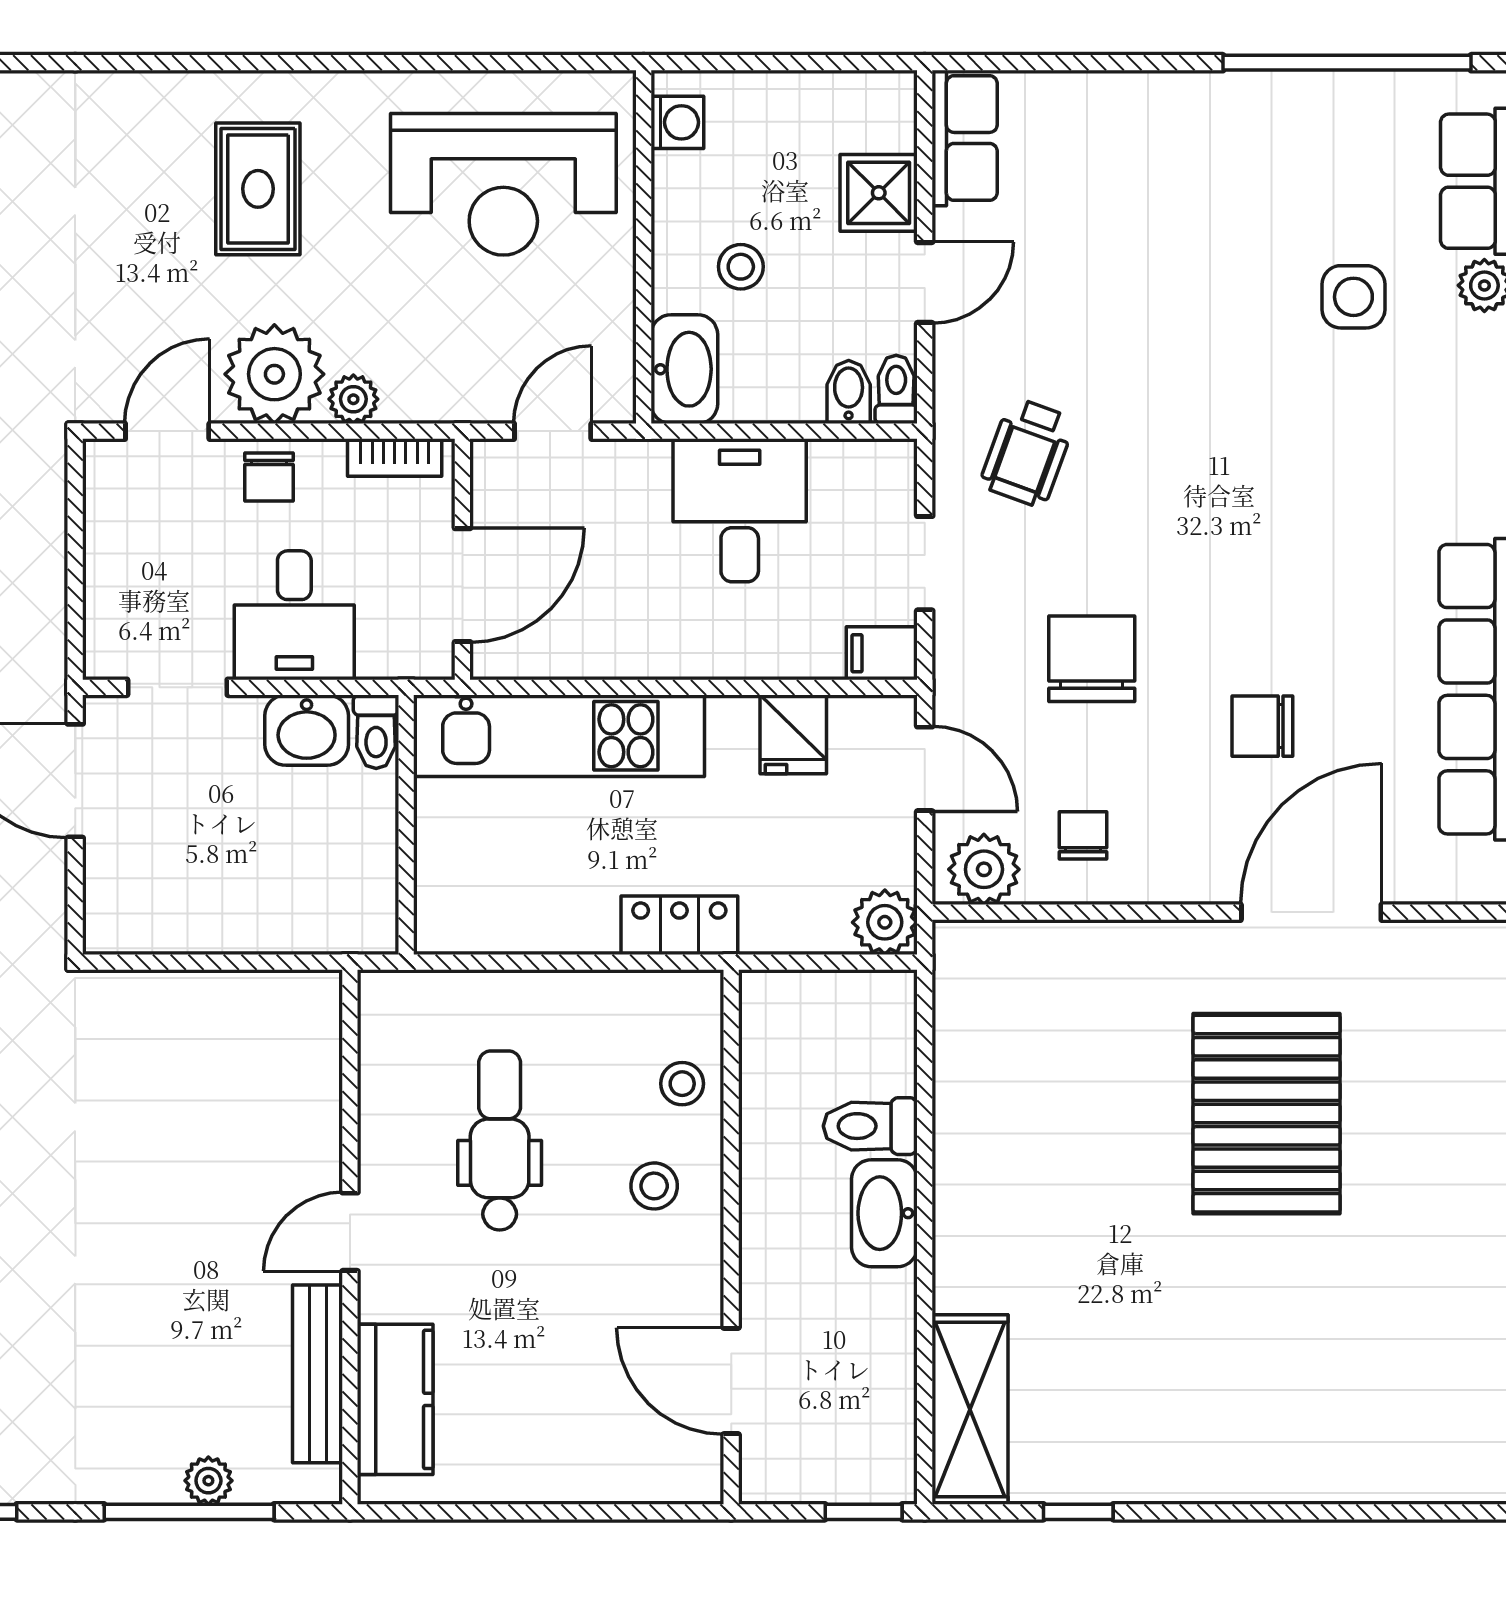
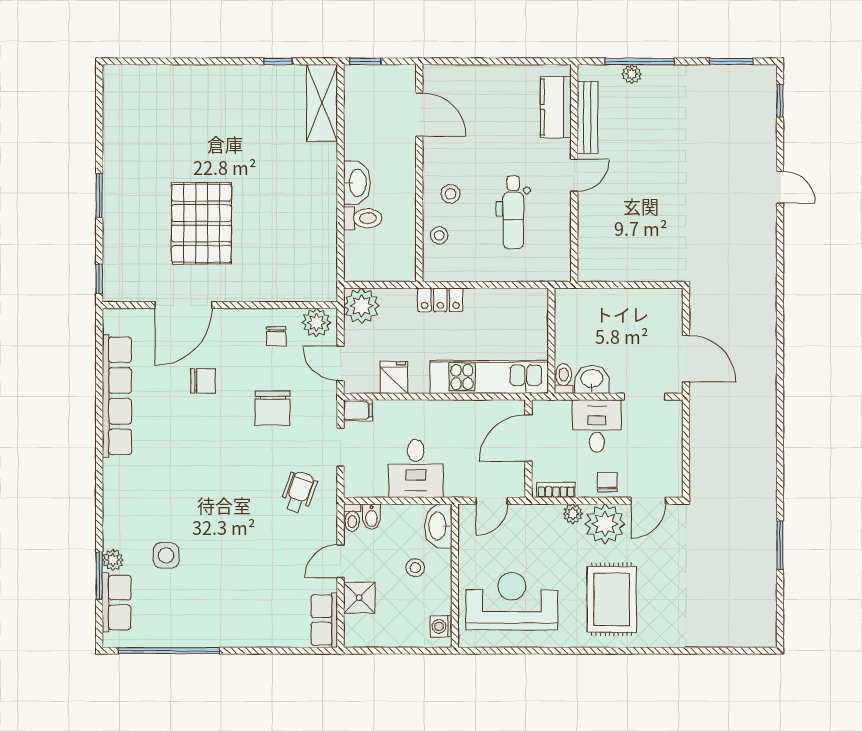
rug: (258, 189) -> (612, 599), width x1.36, depth x1.43
plant: (885, 922) -> (362, 306), width x1.36, depth x1.36

